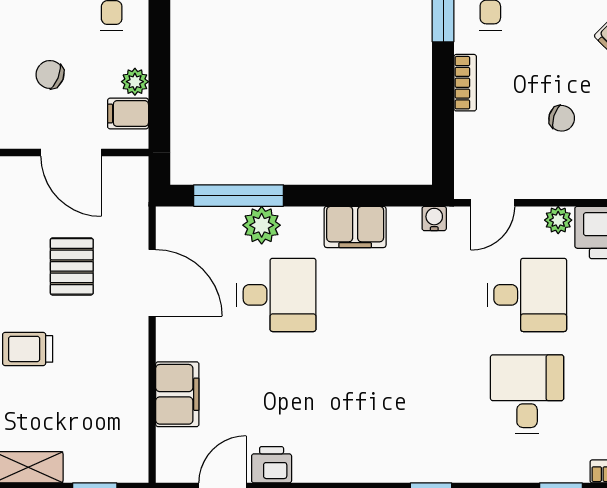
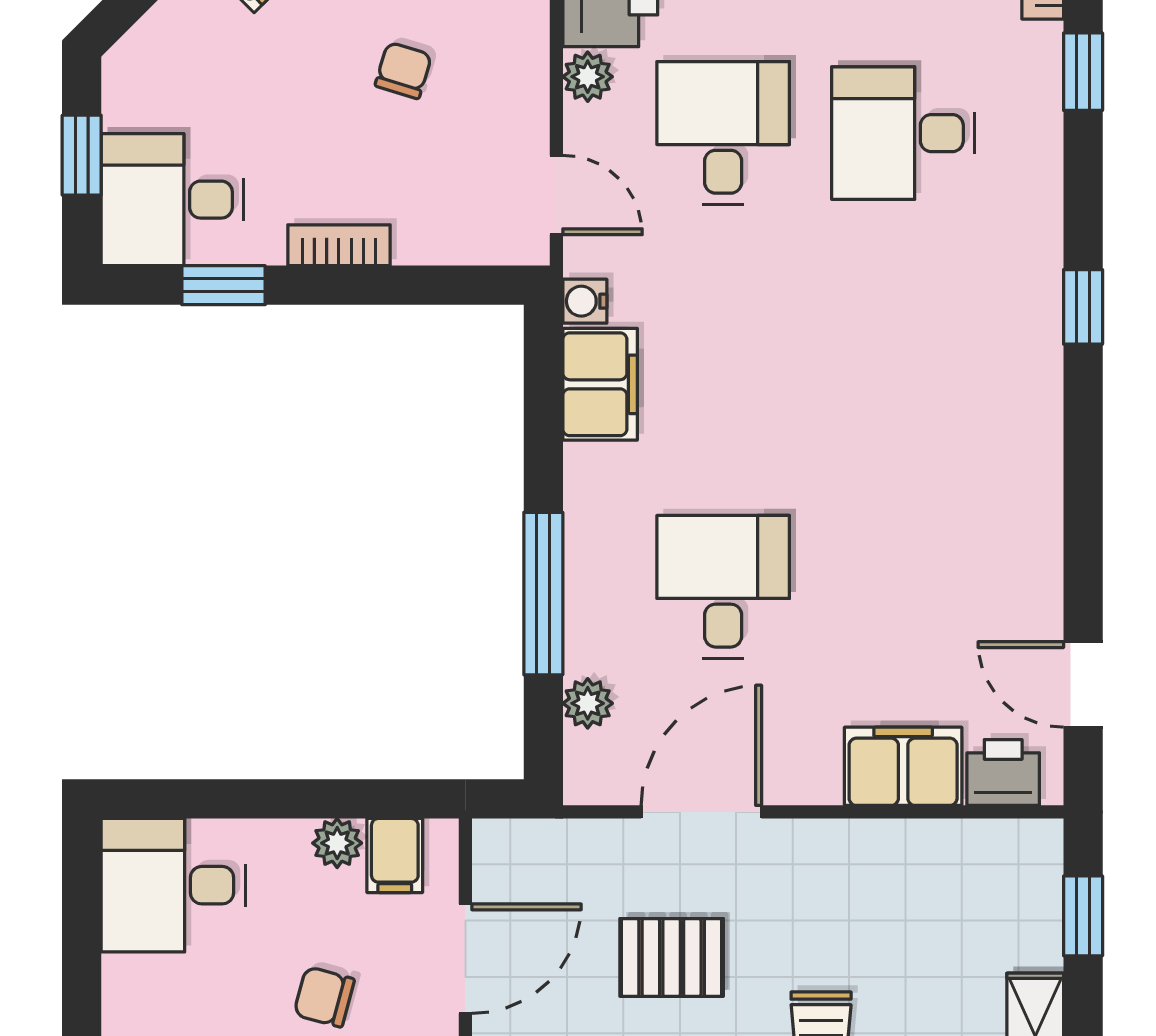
chair: (50, 75) -> (324, 997), turned 83
window: (239, 196) -> (543, 594), moved
plant: (262, 225) -> (588, 703), moved, width x0.73, depth x0.73
filing cabinet: (355, 227) -> (600, 384), moved
printer: (272, 465) -> (1003, 773), moved, turned 90

